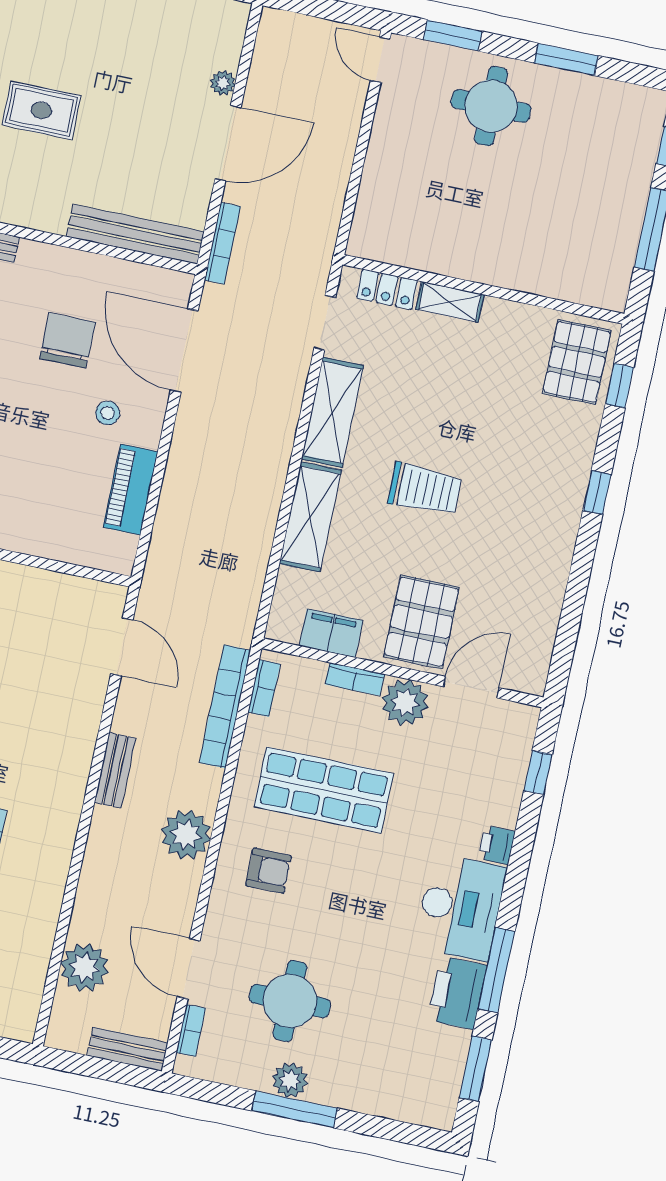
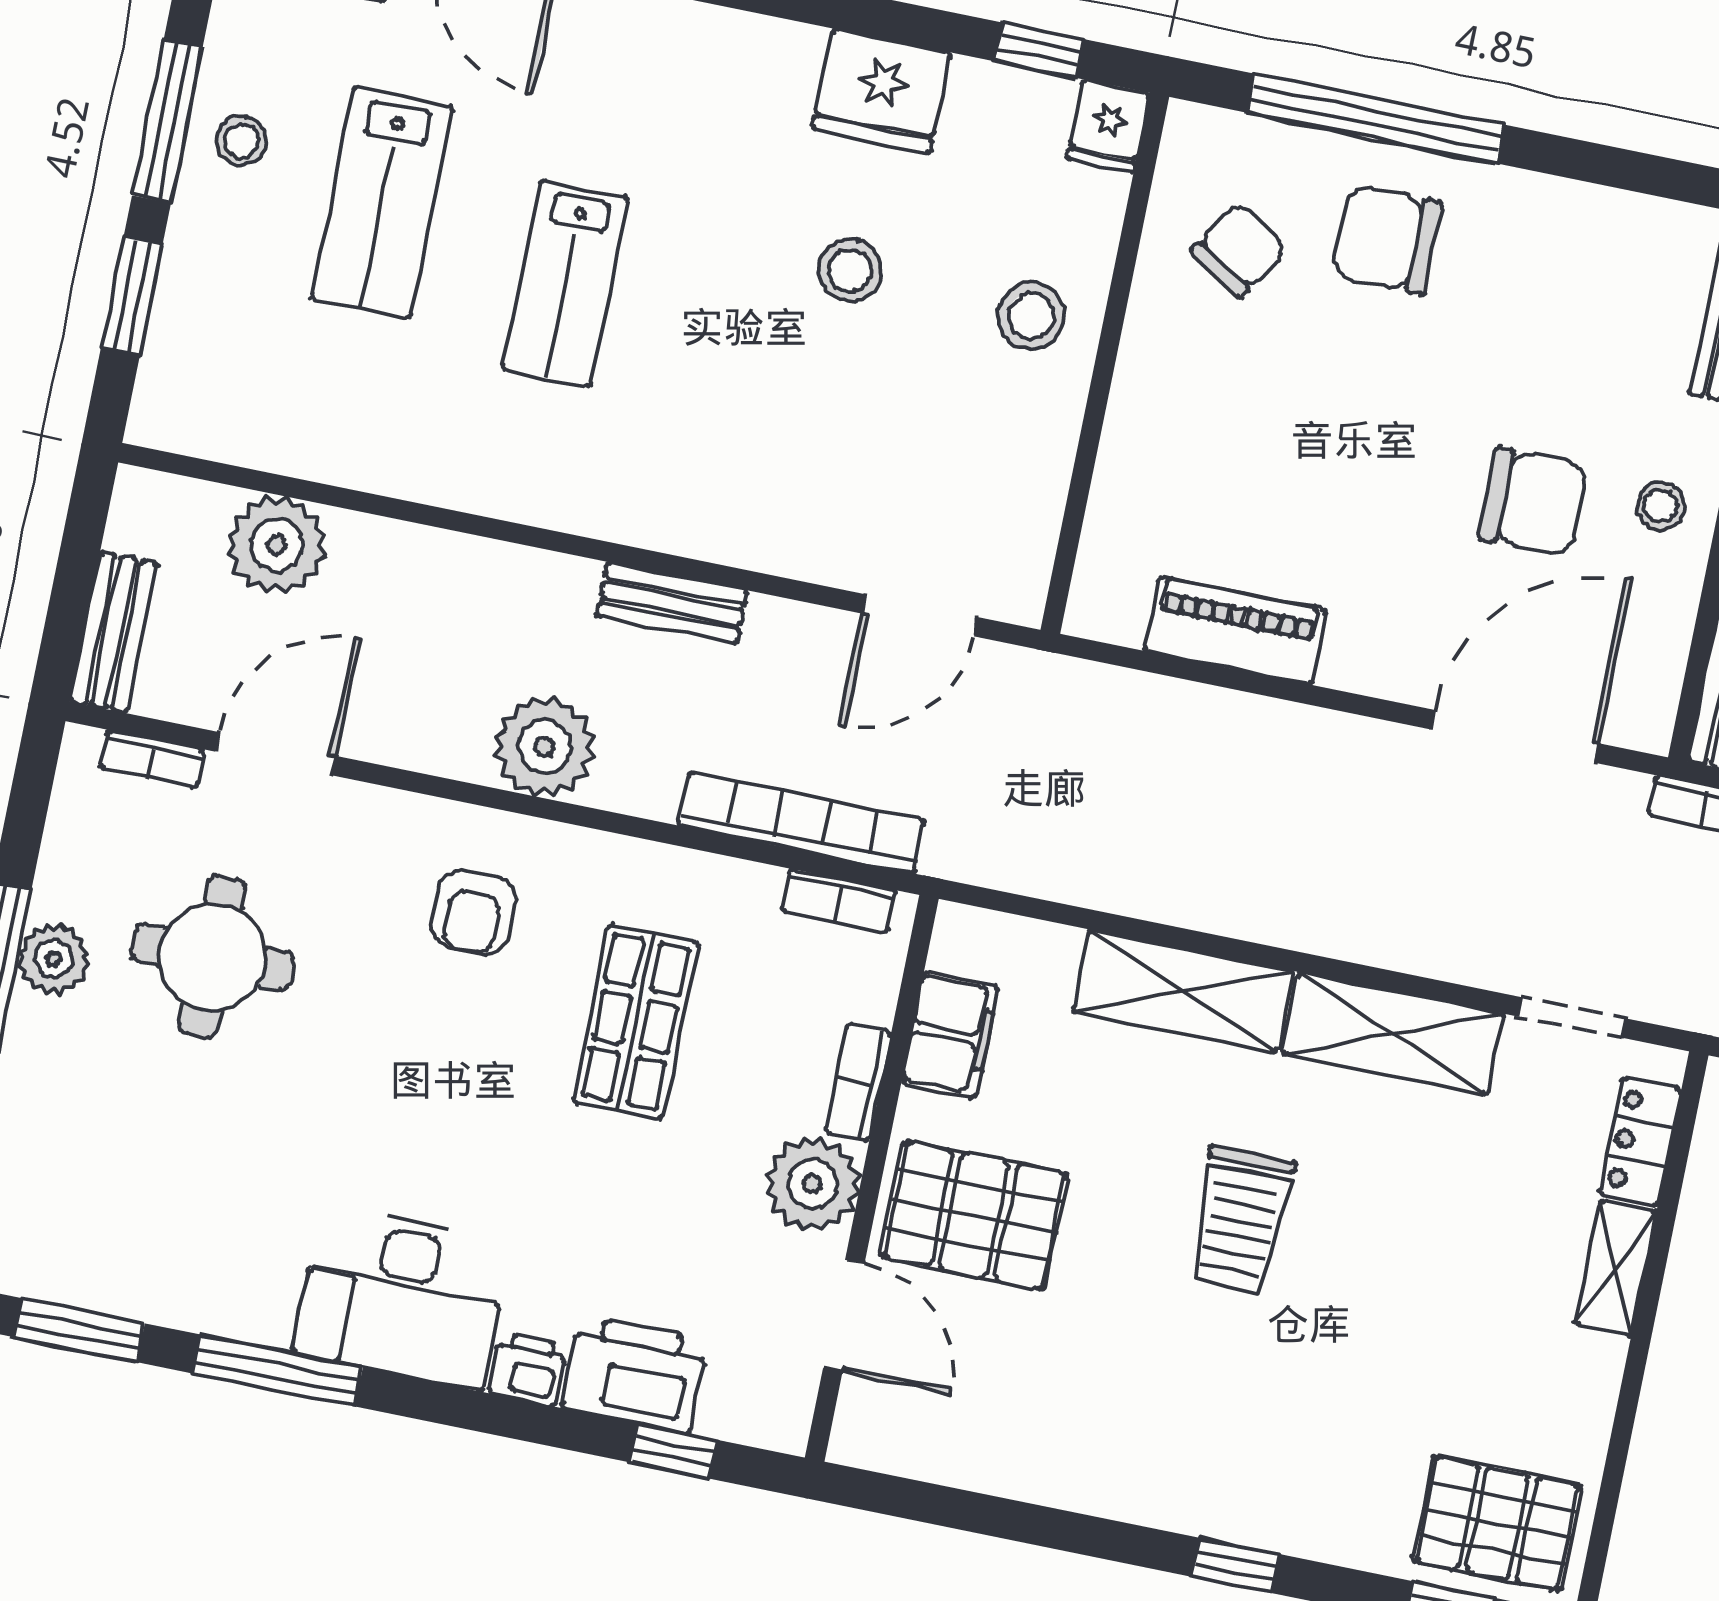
stool: (108, 413) -> (1660, 506), moved
shop shelf: (324, 790) -> (635, 1022), width x0.70, depth x0.74
printer: (457, 993) -> (635, 1375), moved

